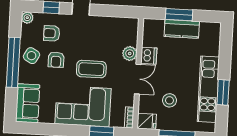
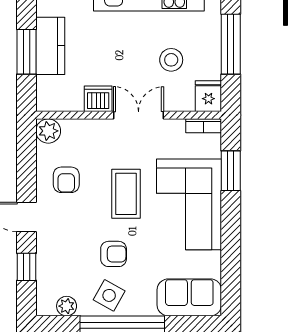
plant: (27, 18) -> (67, 306), moved
armchair: (52, 33) -> (66, 180), moved
plant: (130, 53) -> (48, 131), moved

